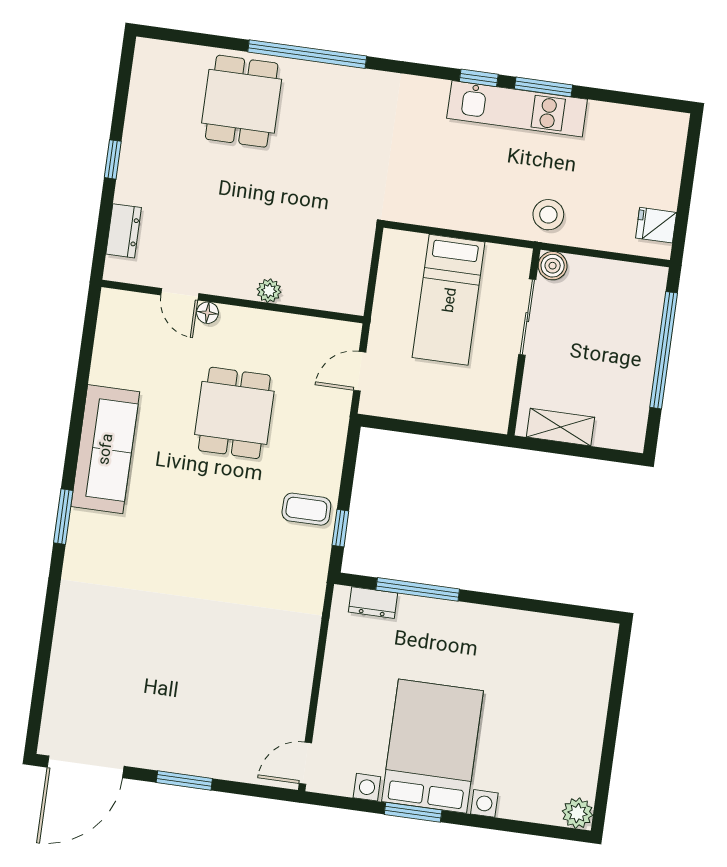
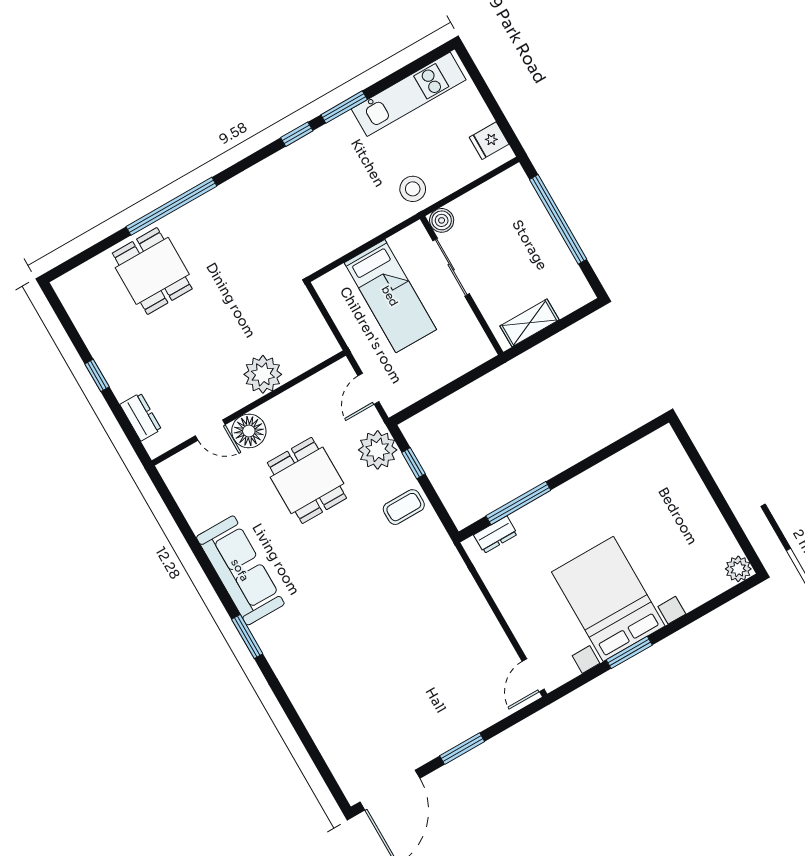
kitchen unit: (517, 109) -> (409, 94), moved
plant: (269, 291) -> (263, 374), width x1.87, depth x1.87
floor lamp: (208, 313) -> (249, 431), width x1.89, depth x1.89
plant: (324, 436) -> (378, 450), added
window: (340, 528) -> (414, 463), moved

